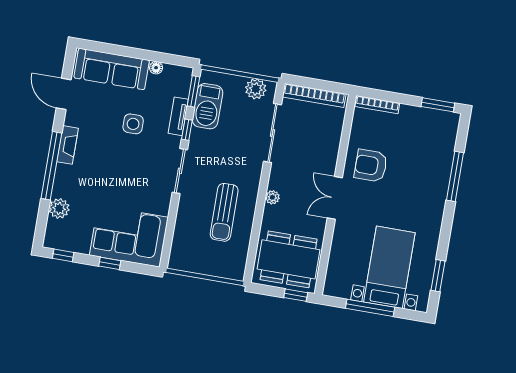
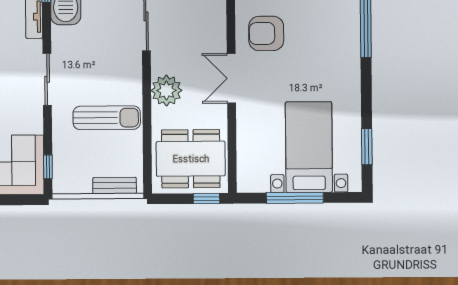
window: (187, 130) -> (48, 167), moved
plant: (272, 197) -> (166, 90), width x1.88, depth x1.88
sun lounger: (224, 212) -> (107, 118), turned -90
bench: (220, 270) -> (115, 186), added

